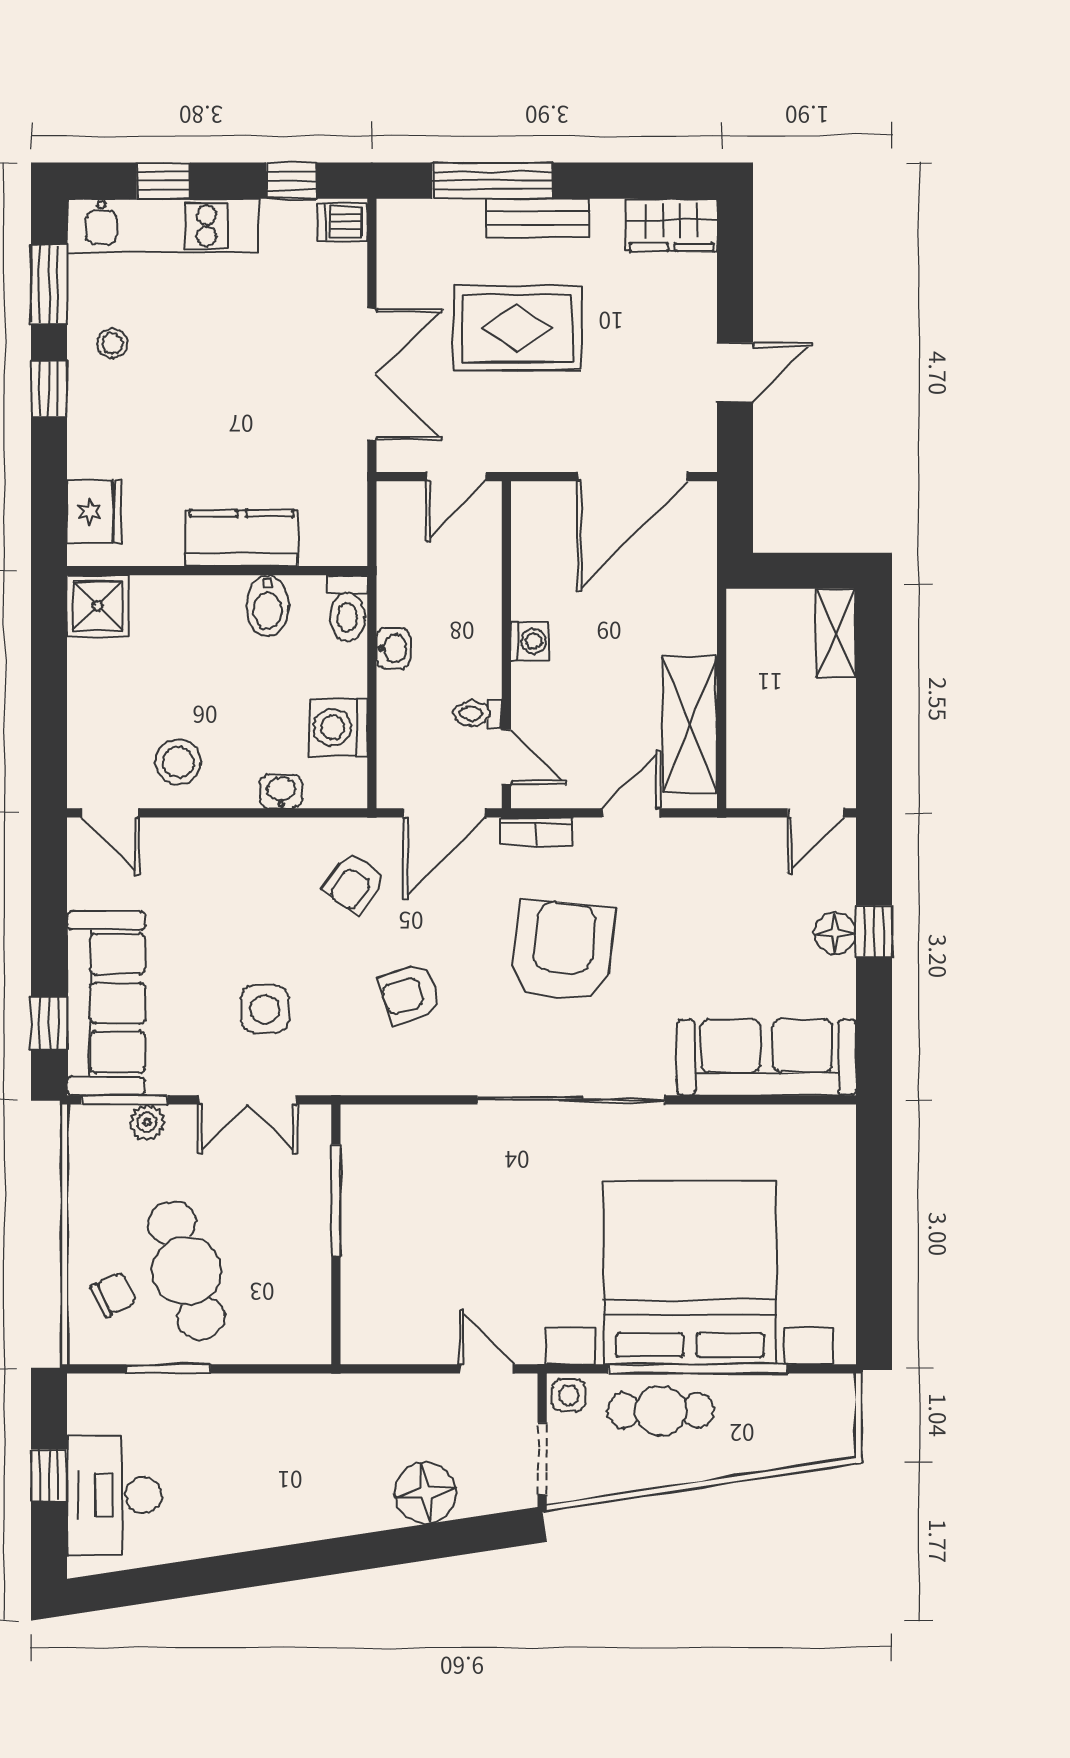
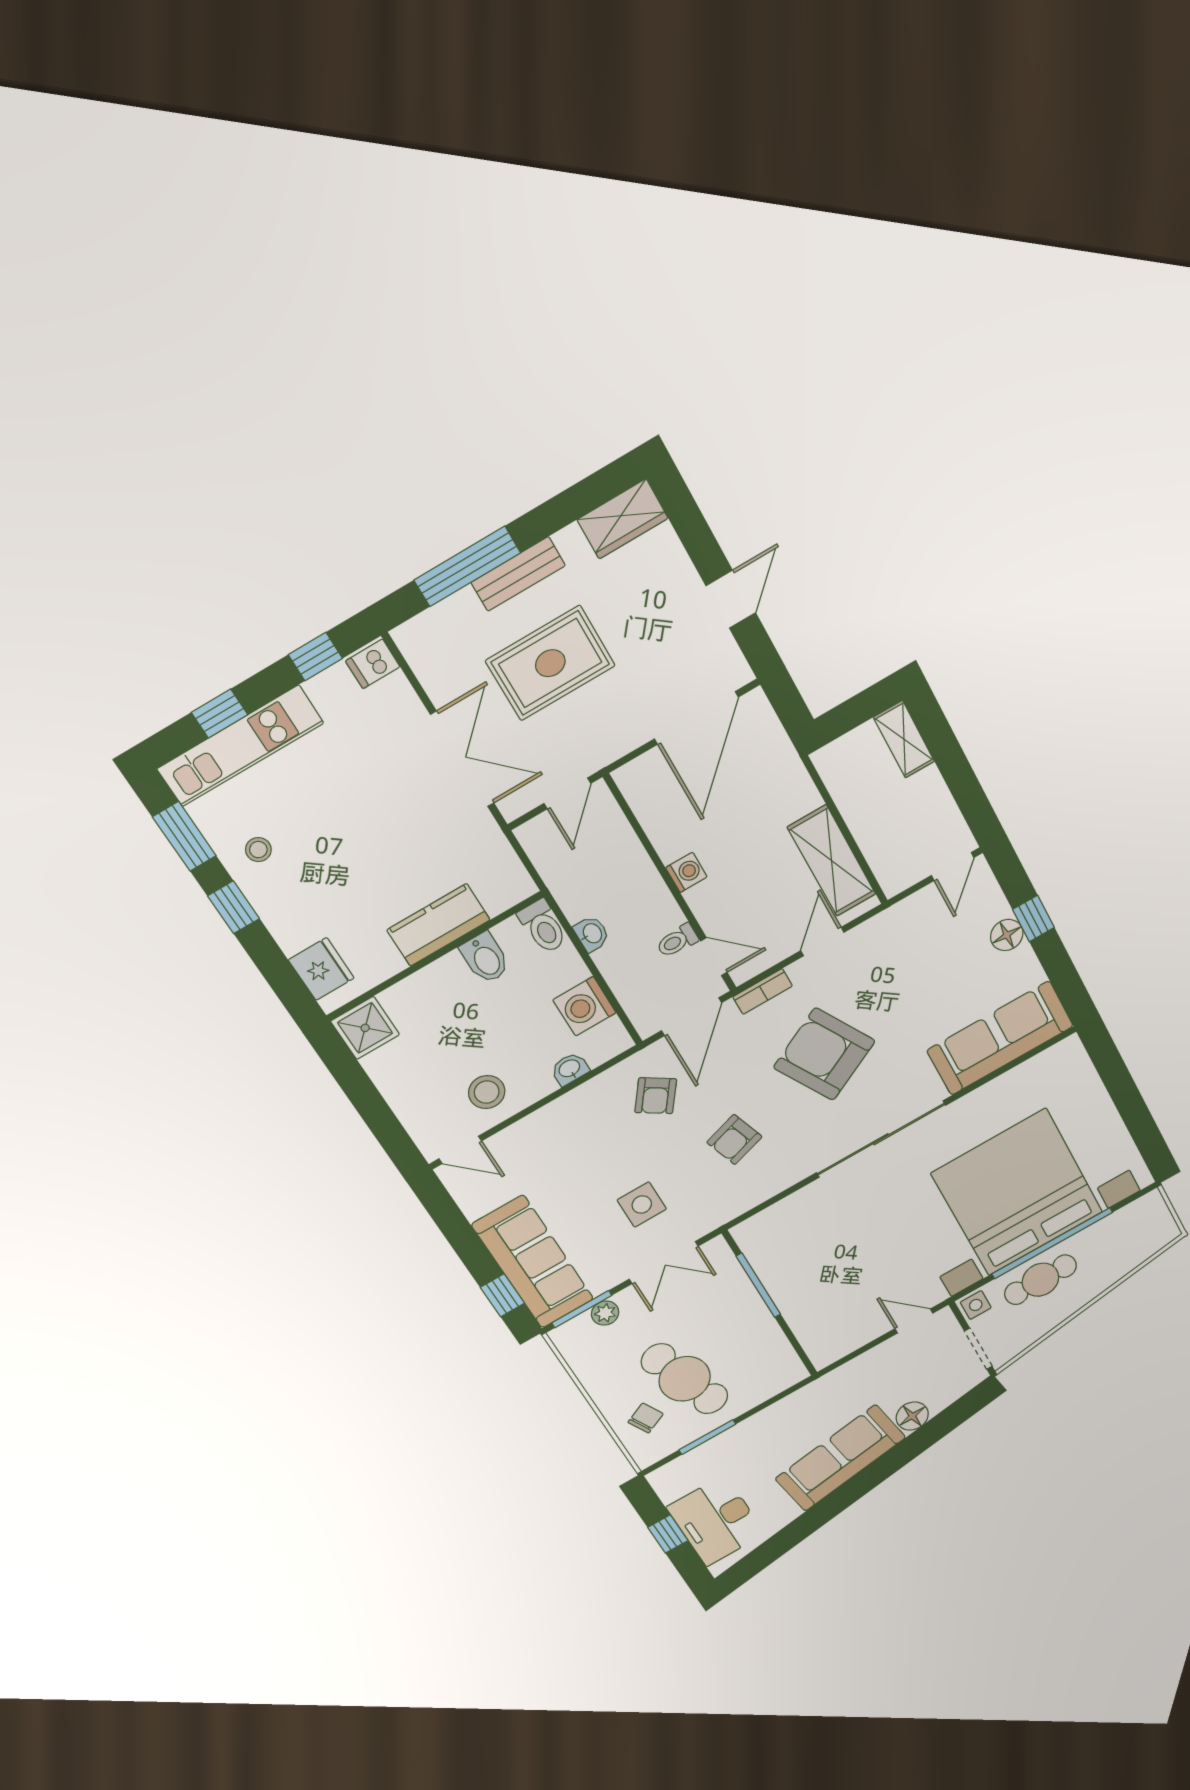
armchair: (563, 951) -> (824, 1054), turned -34
floor lamp: (425, 1493) -> (912, 1416), width x0.73, depth x0.73
sofa: (305, 1505) -> (840, 1458), added

